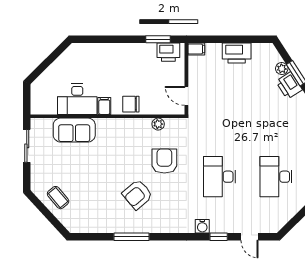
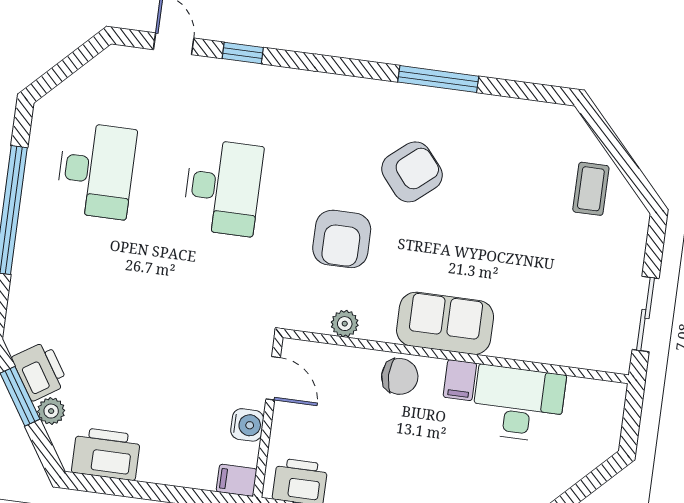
printer: (237, 53) -> (106, 454), moved
sofa: (74, 130) -> (445, 323), moved
coffee table: (58, 198) -> (591, 189), turned 40
water cooler: (202, 226) -> (247, 425), moved, turned 90

